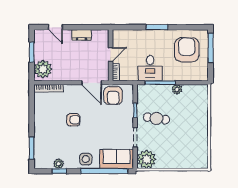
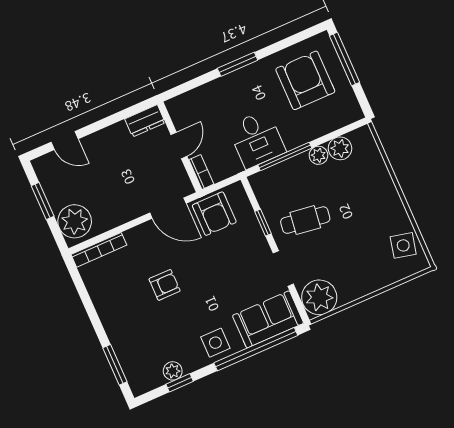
dresser: (82, 35) -> (145, 121), moved
plant: (189, 91) -> (340, 148), added
side table: (199, 152) -> (403, 245), added

